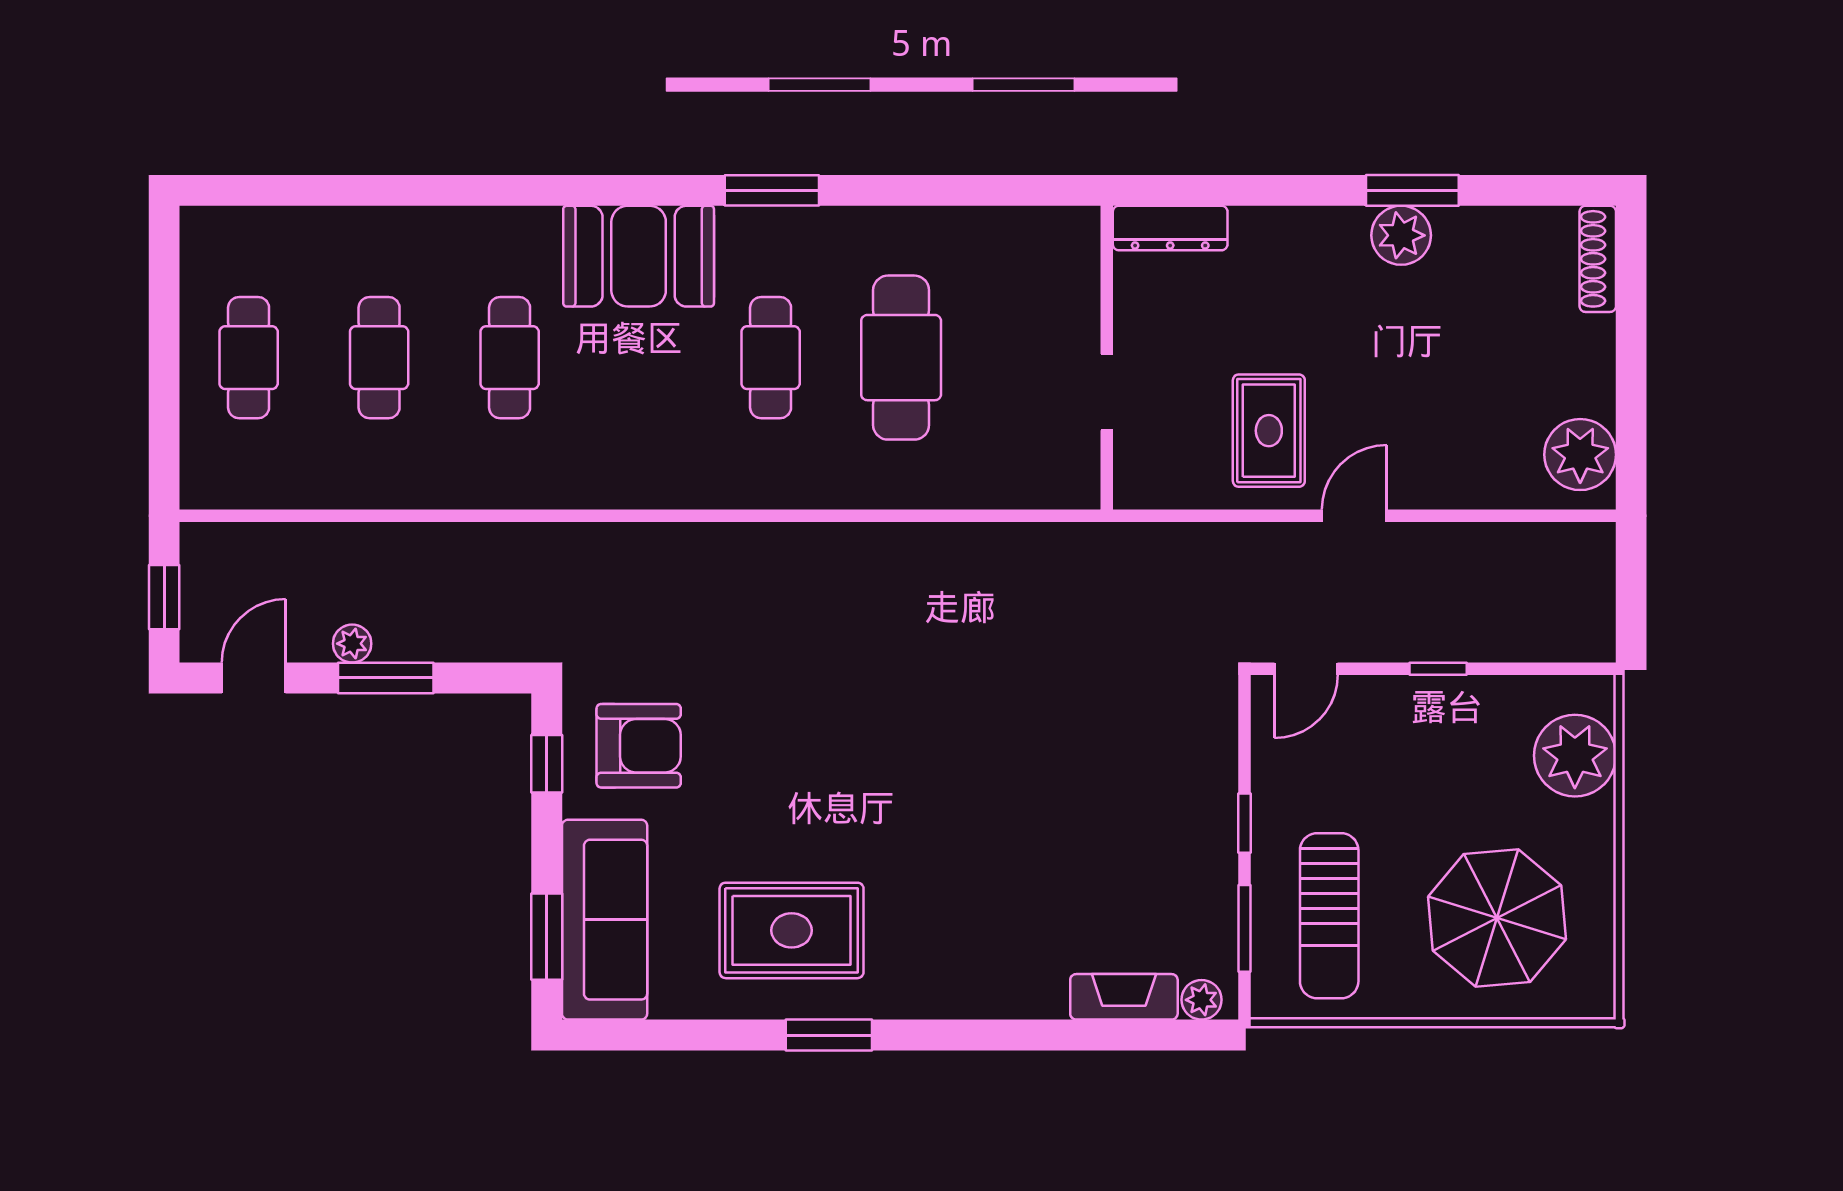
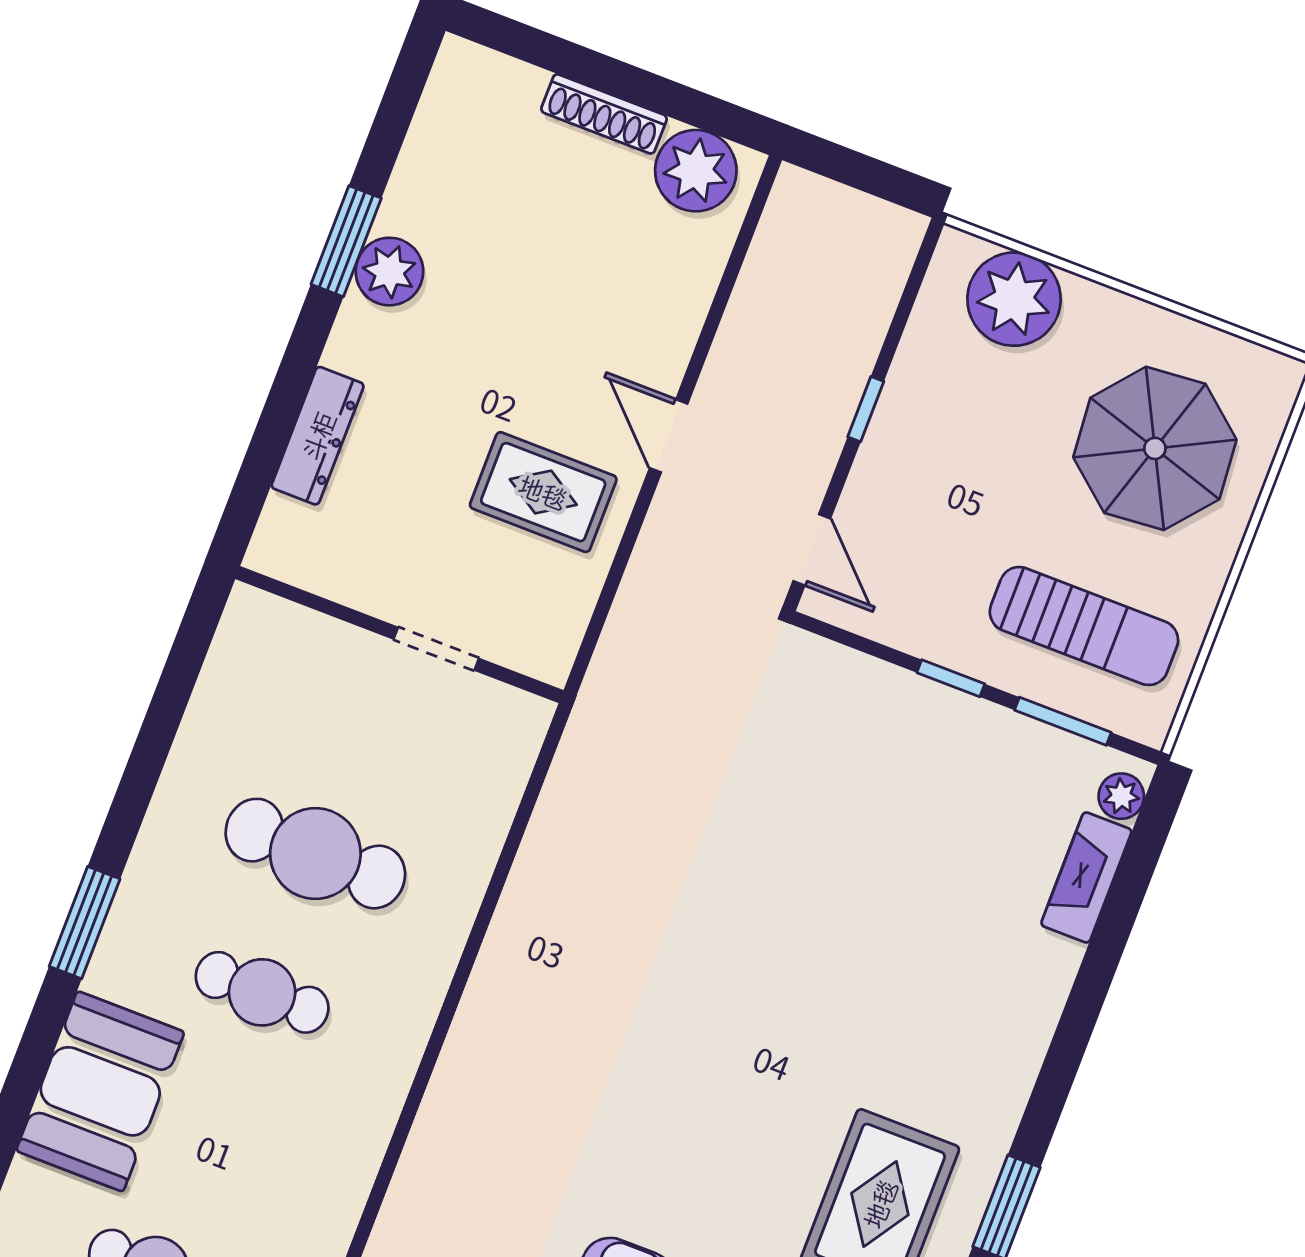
dresser: (1170, 228) -> (318, 436), moved
shoe rack: (1598, 259) -> (604, 114), moved

